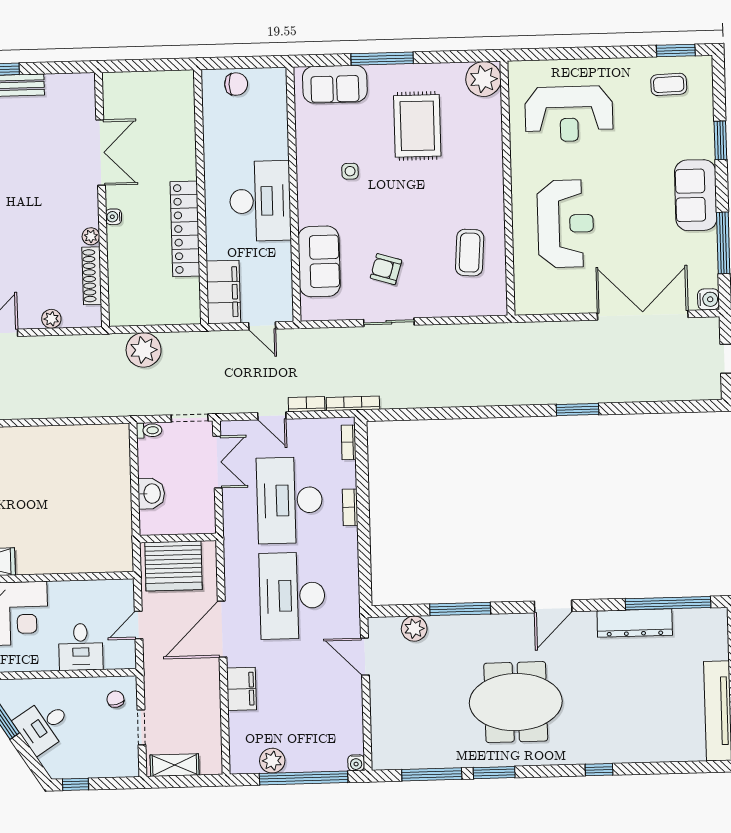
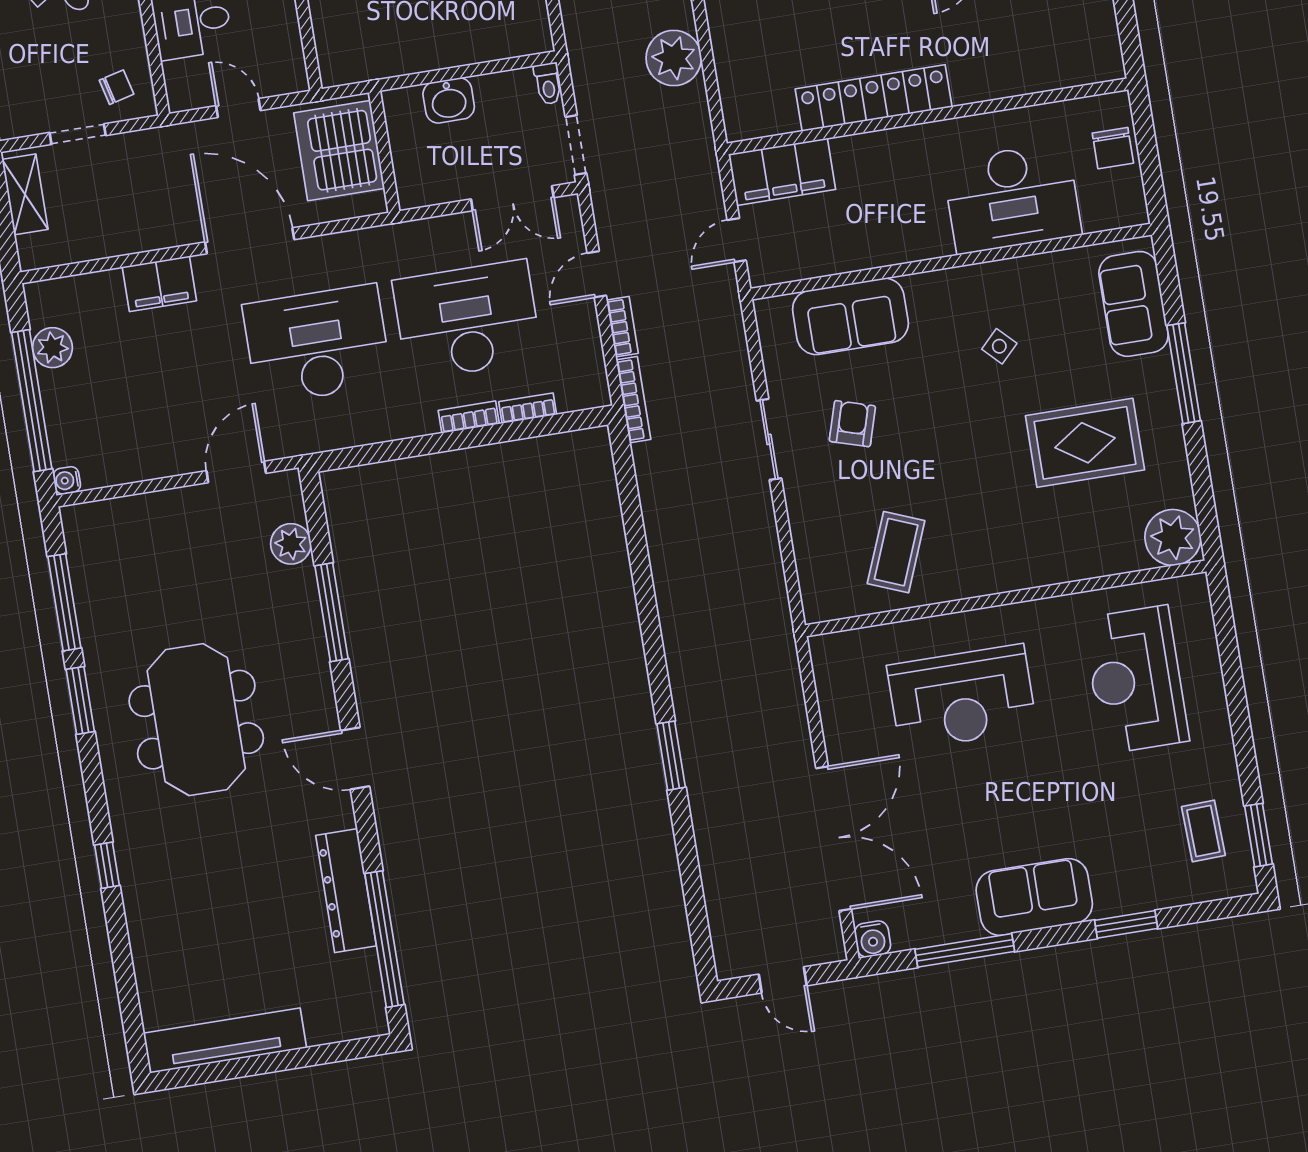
side table: (350, 171) -> (999, 346), turned 45
desk: (260, 201) -> (1012, 198), moved
coffee table: (470, 253) -> (896, 552), turned -72
bookcase: (349, 442) -> (528, 408), moved

